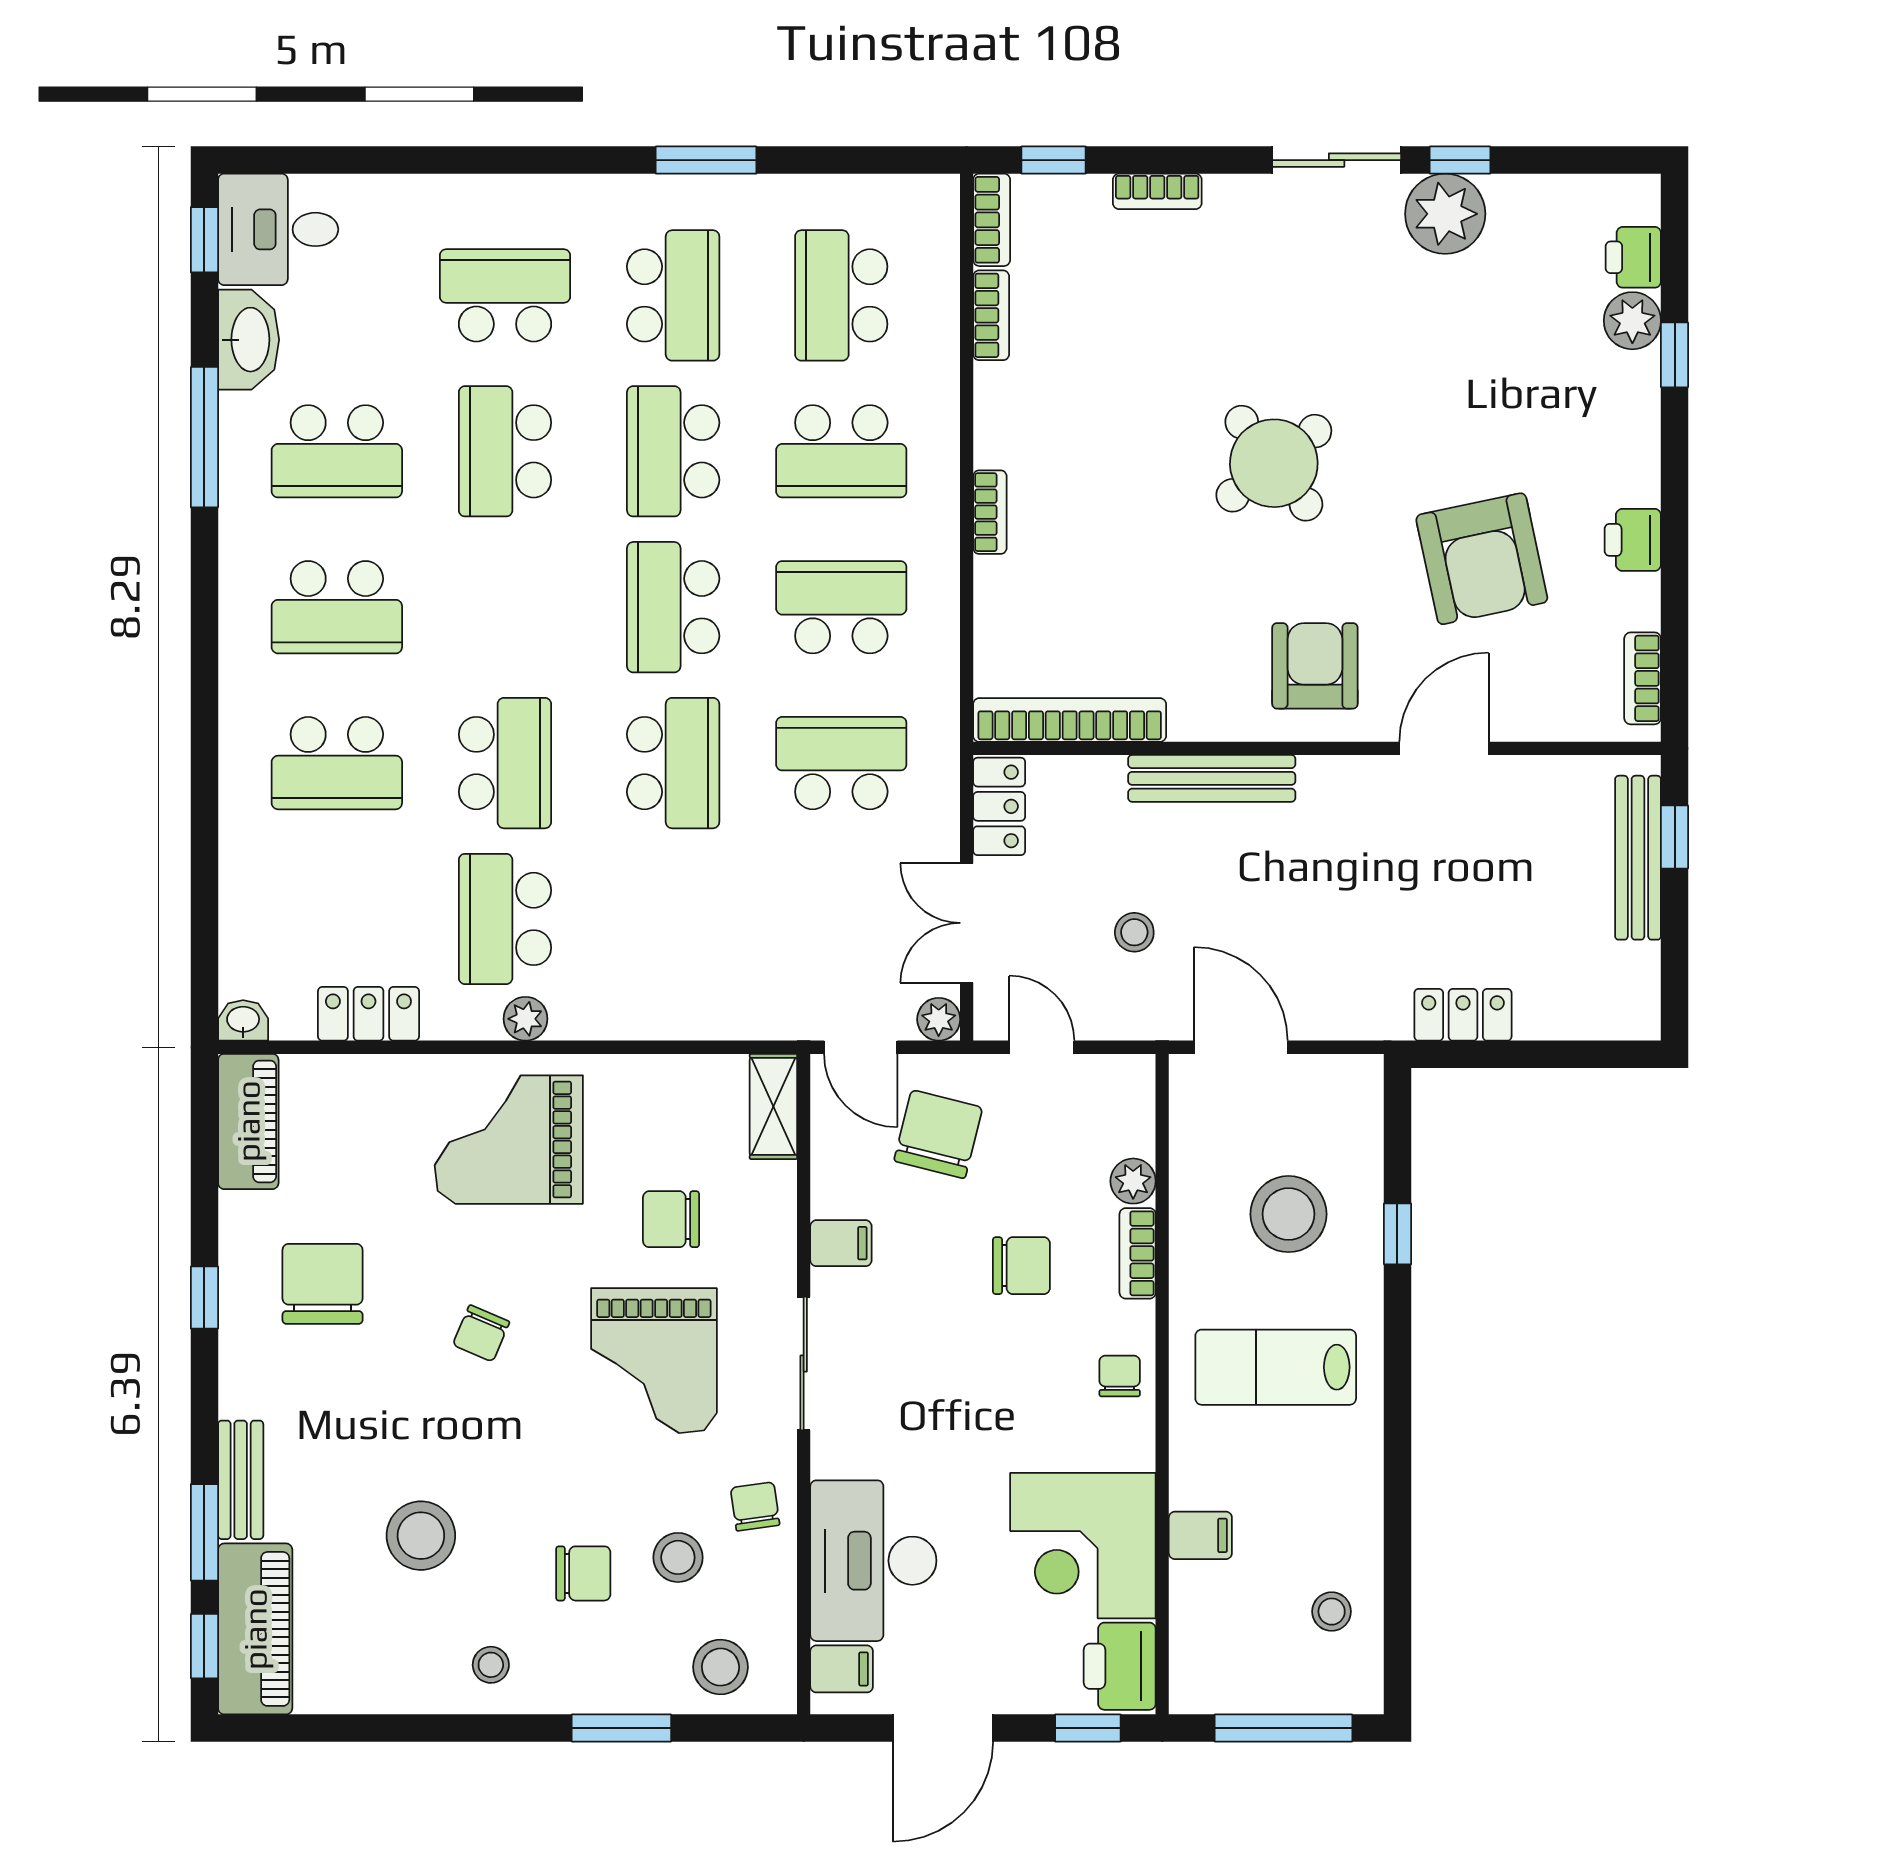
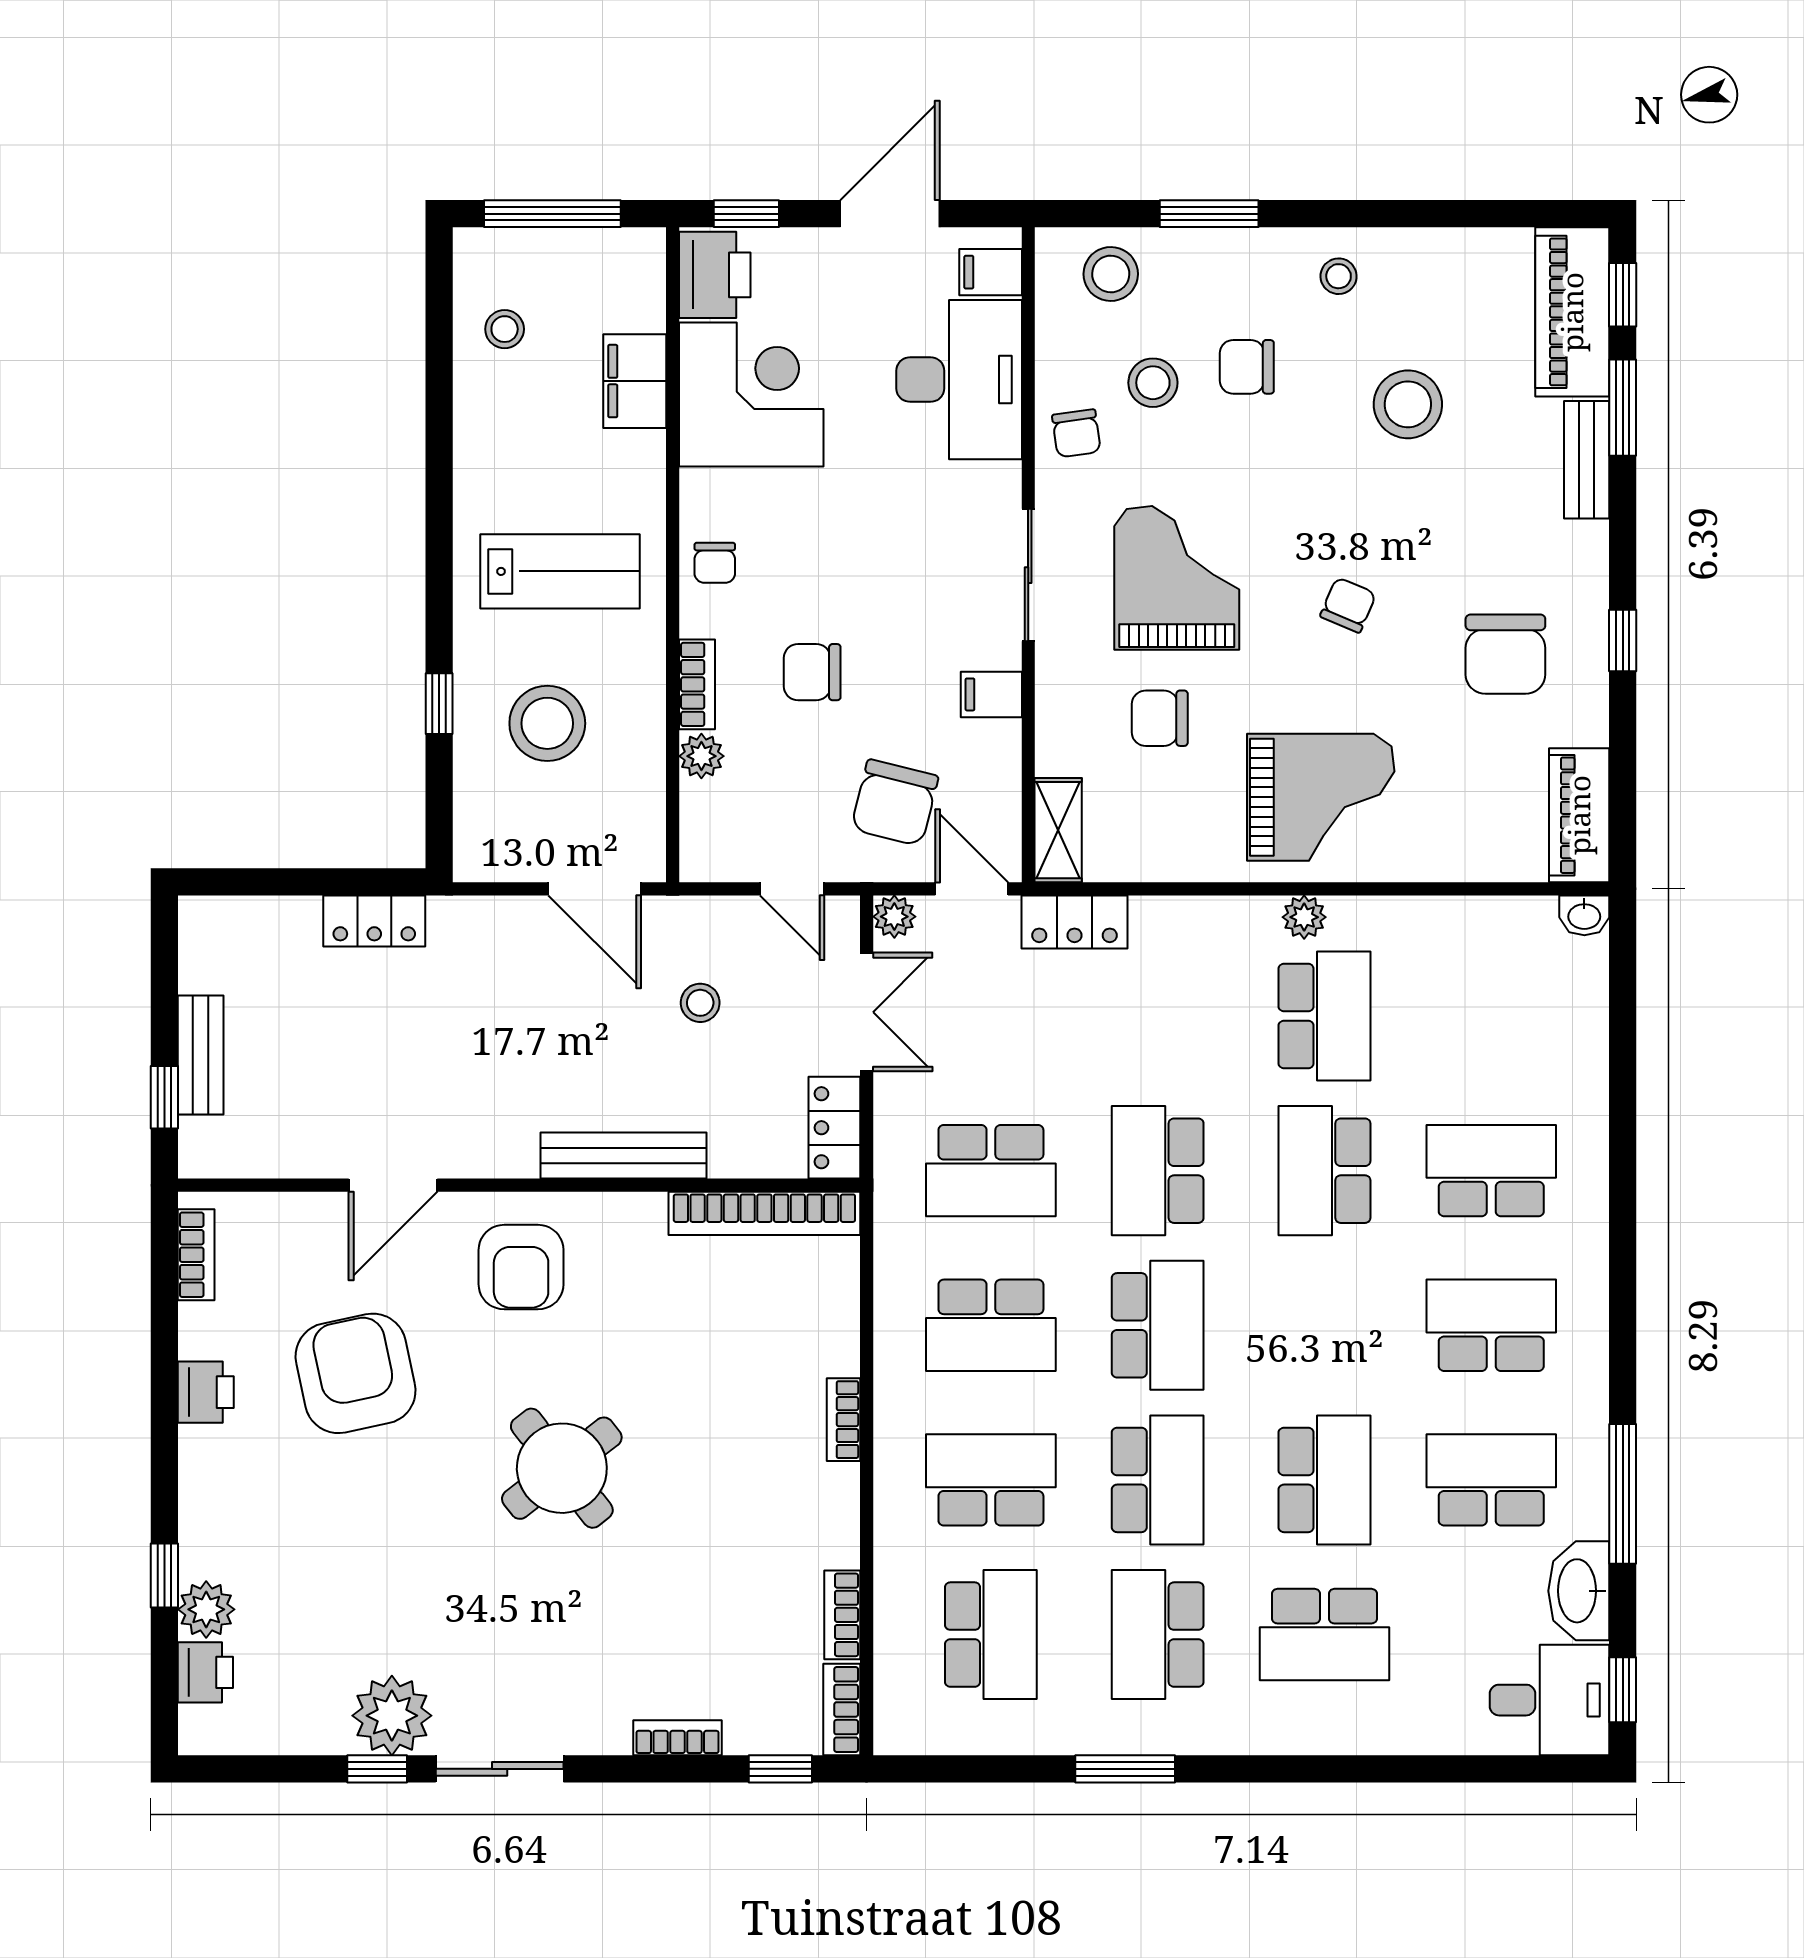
bench: (1638, 858) -> (201, 1055), width x0.73
locker: (368, 1014) -> (1074, 922), moved
chair: (671, 1219) -> (1160, 718), turned 180
filing cabinet: (1200, 1535) -> (635, 381), width x2.00

